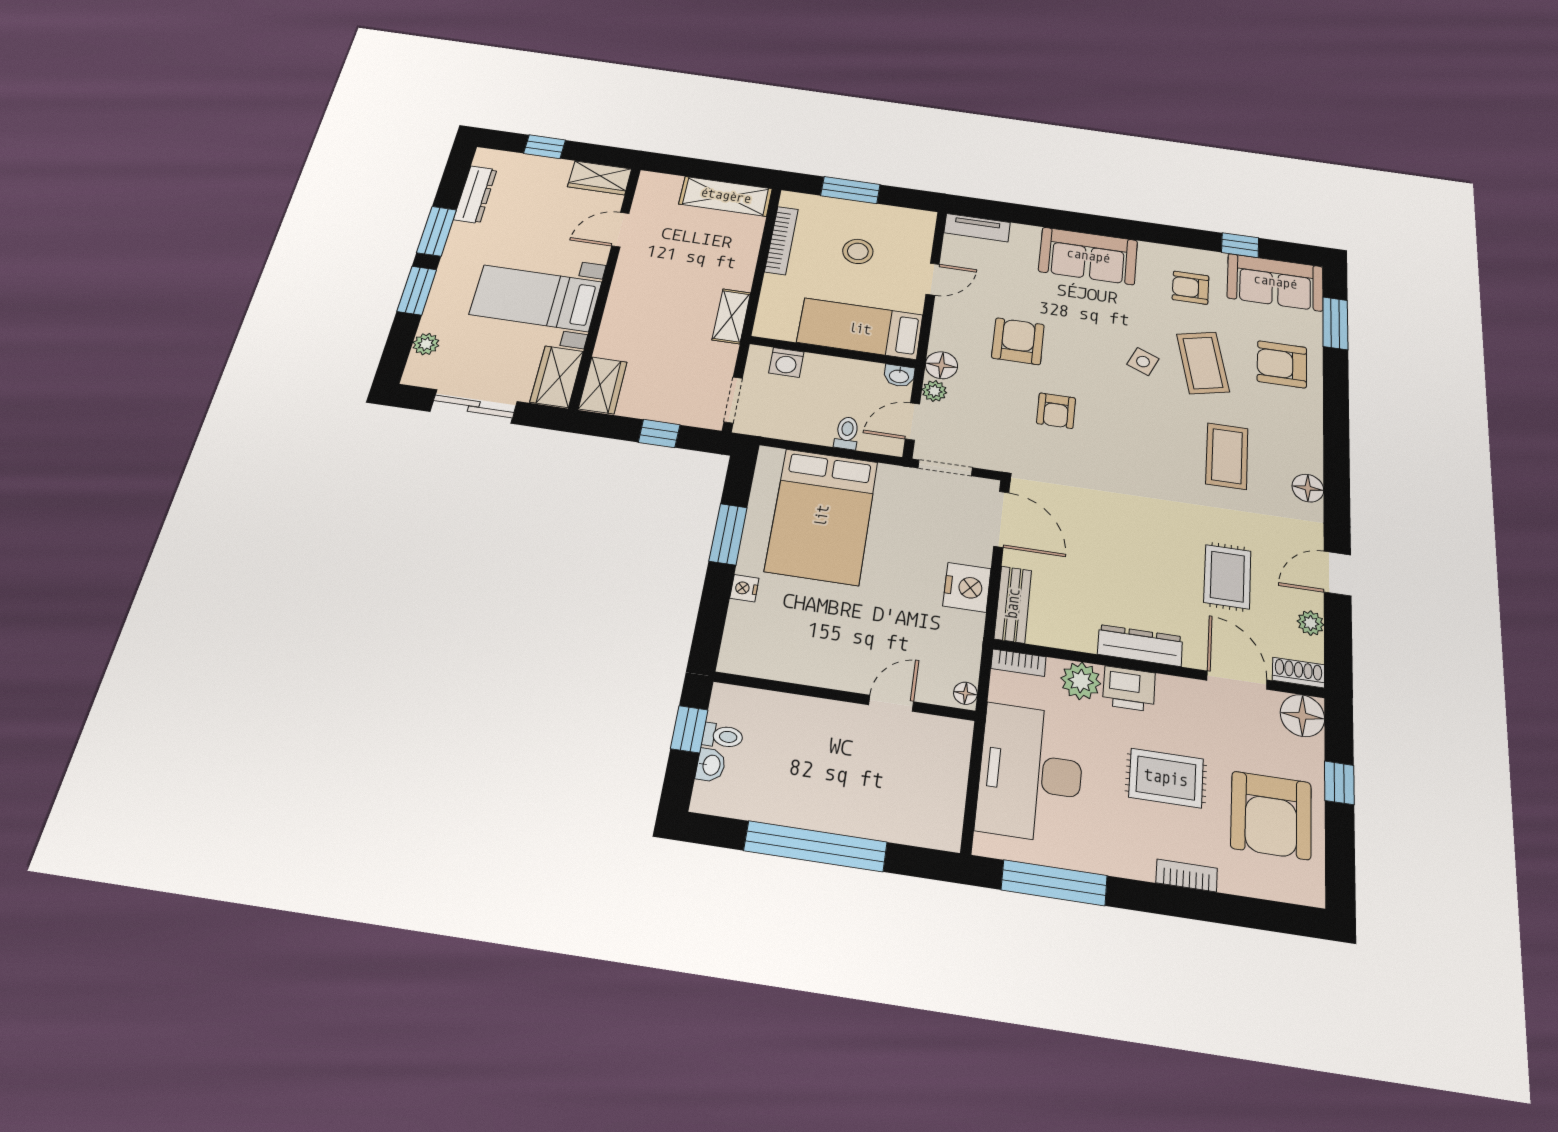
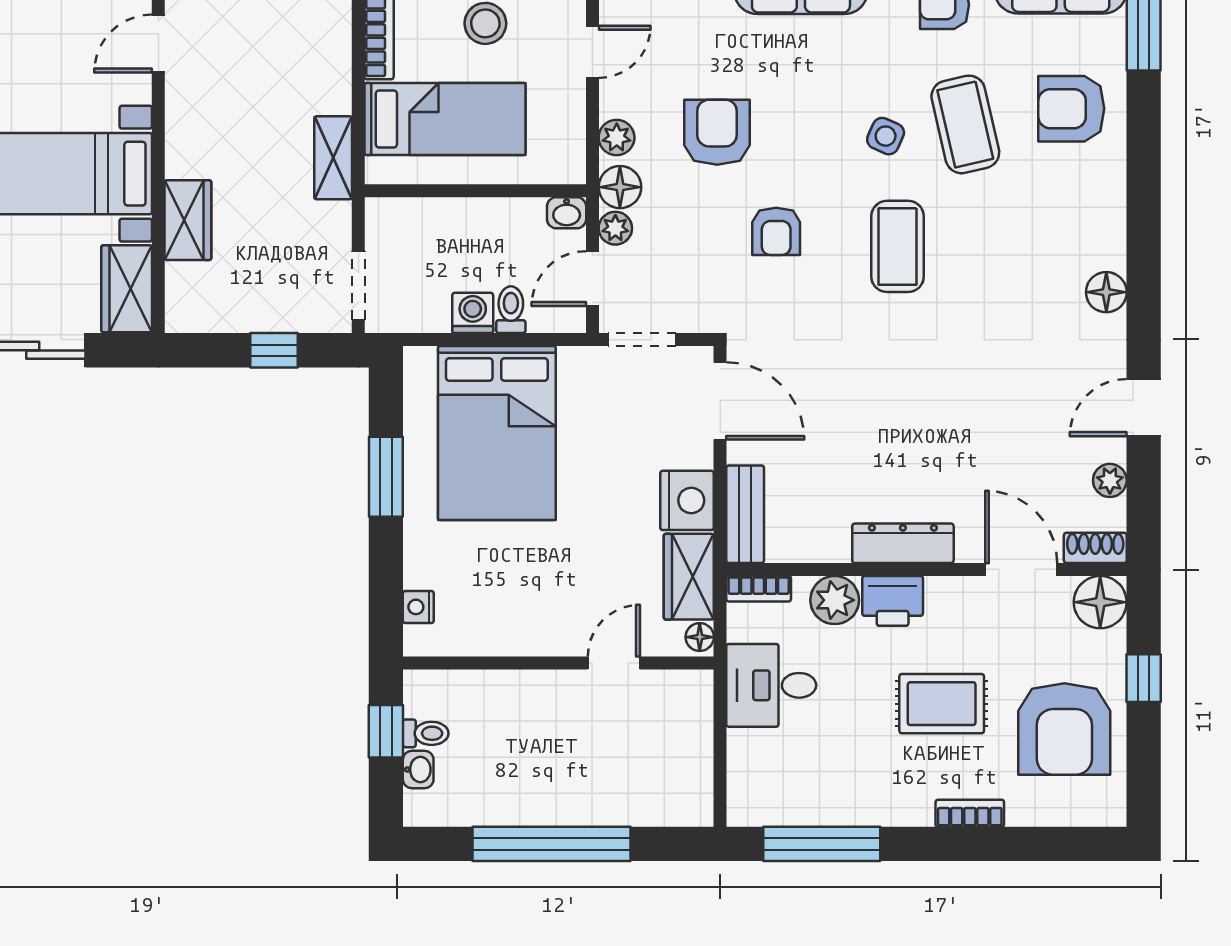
bed: (860, 329) -> (445, 119), moved, turned 180
plant: (943, 334) -> (617, 138), added
washing machine: (786, 362) -> (473, 313), moved, turned 180
wardrobe: (603, 385) -> (188, 220), moved
coffee table: (1227, 456) -> (898, 246), moved
rug: (1227, 577) -> (1006, 434), removed
nightstand: (744, 588) -> (418, 607), moved
wardrobe: (962, 645) -> (689, 577), added
desk: (1031, 773) -> (771, 685), width x0.53, depth x0.77

